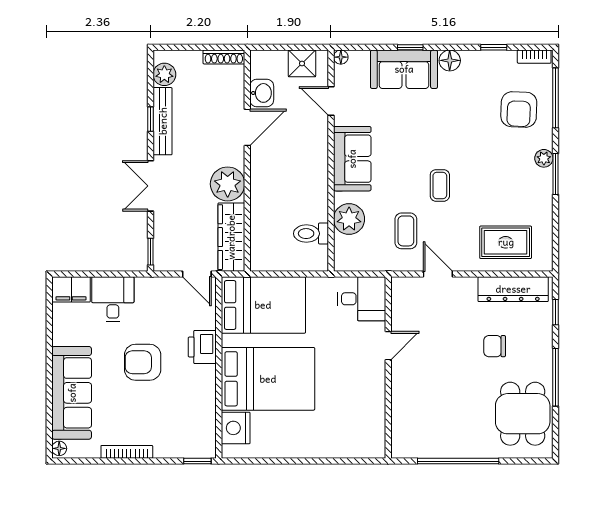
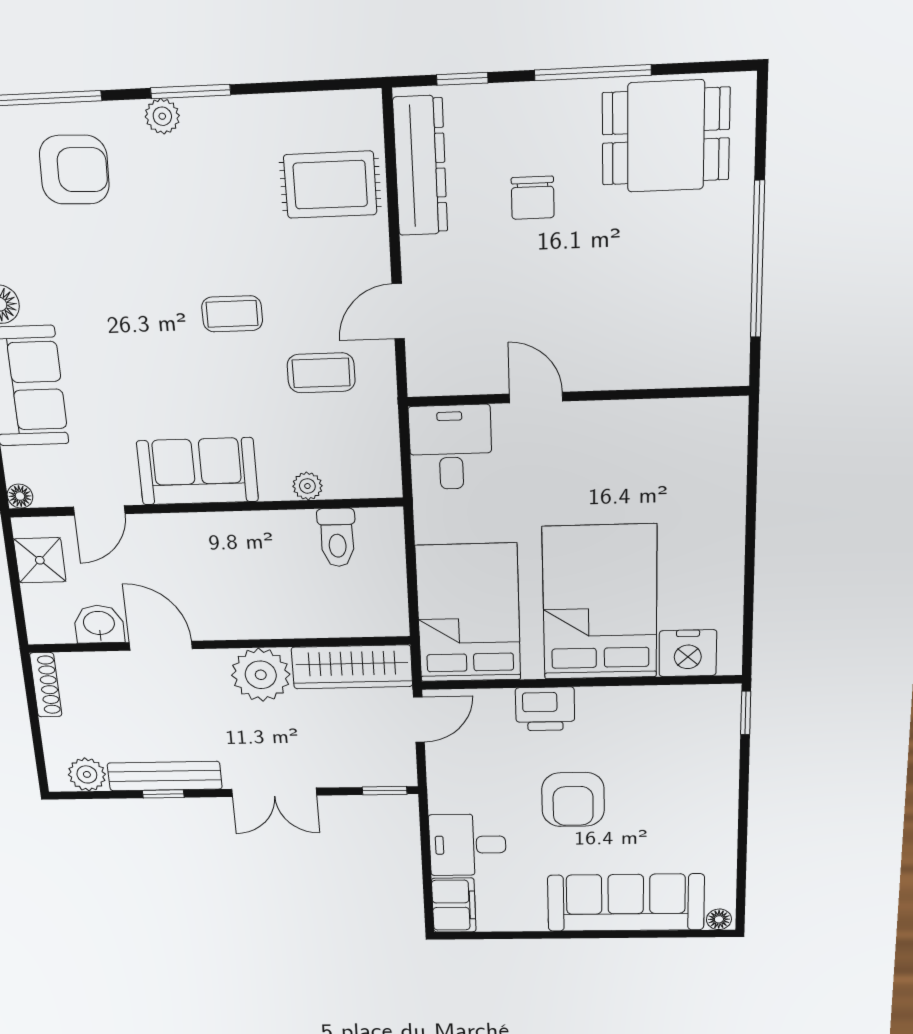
plant: (349, 219) -> (307, 486), width x0.53, depth x0.53
rug: (506, 242) -> (330, 185), turned 90
bookcase: (127, 452) -> (727, 821), removed

